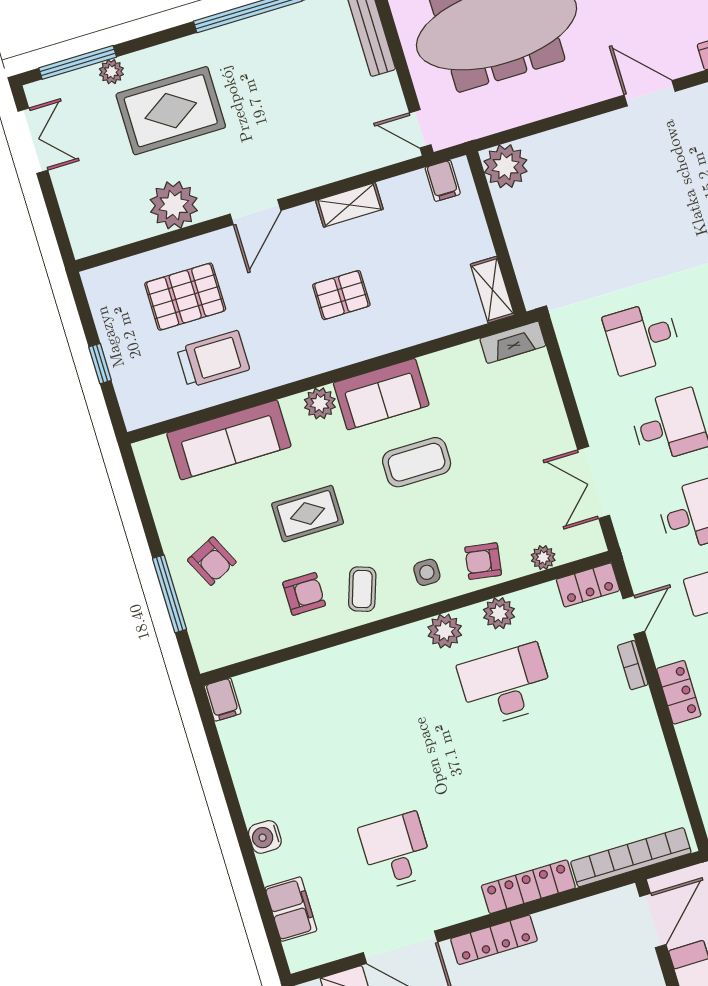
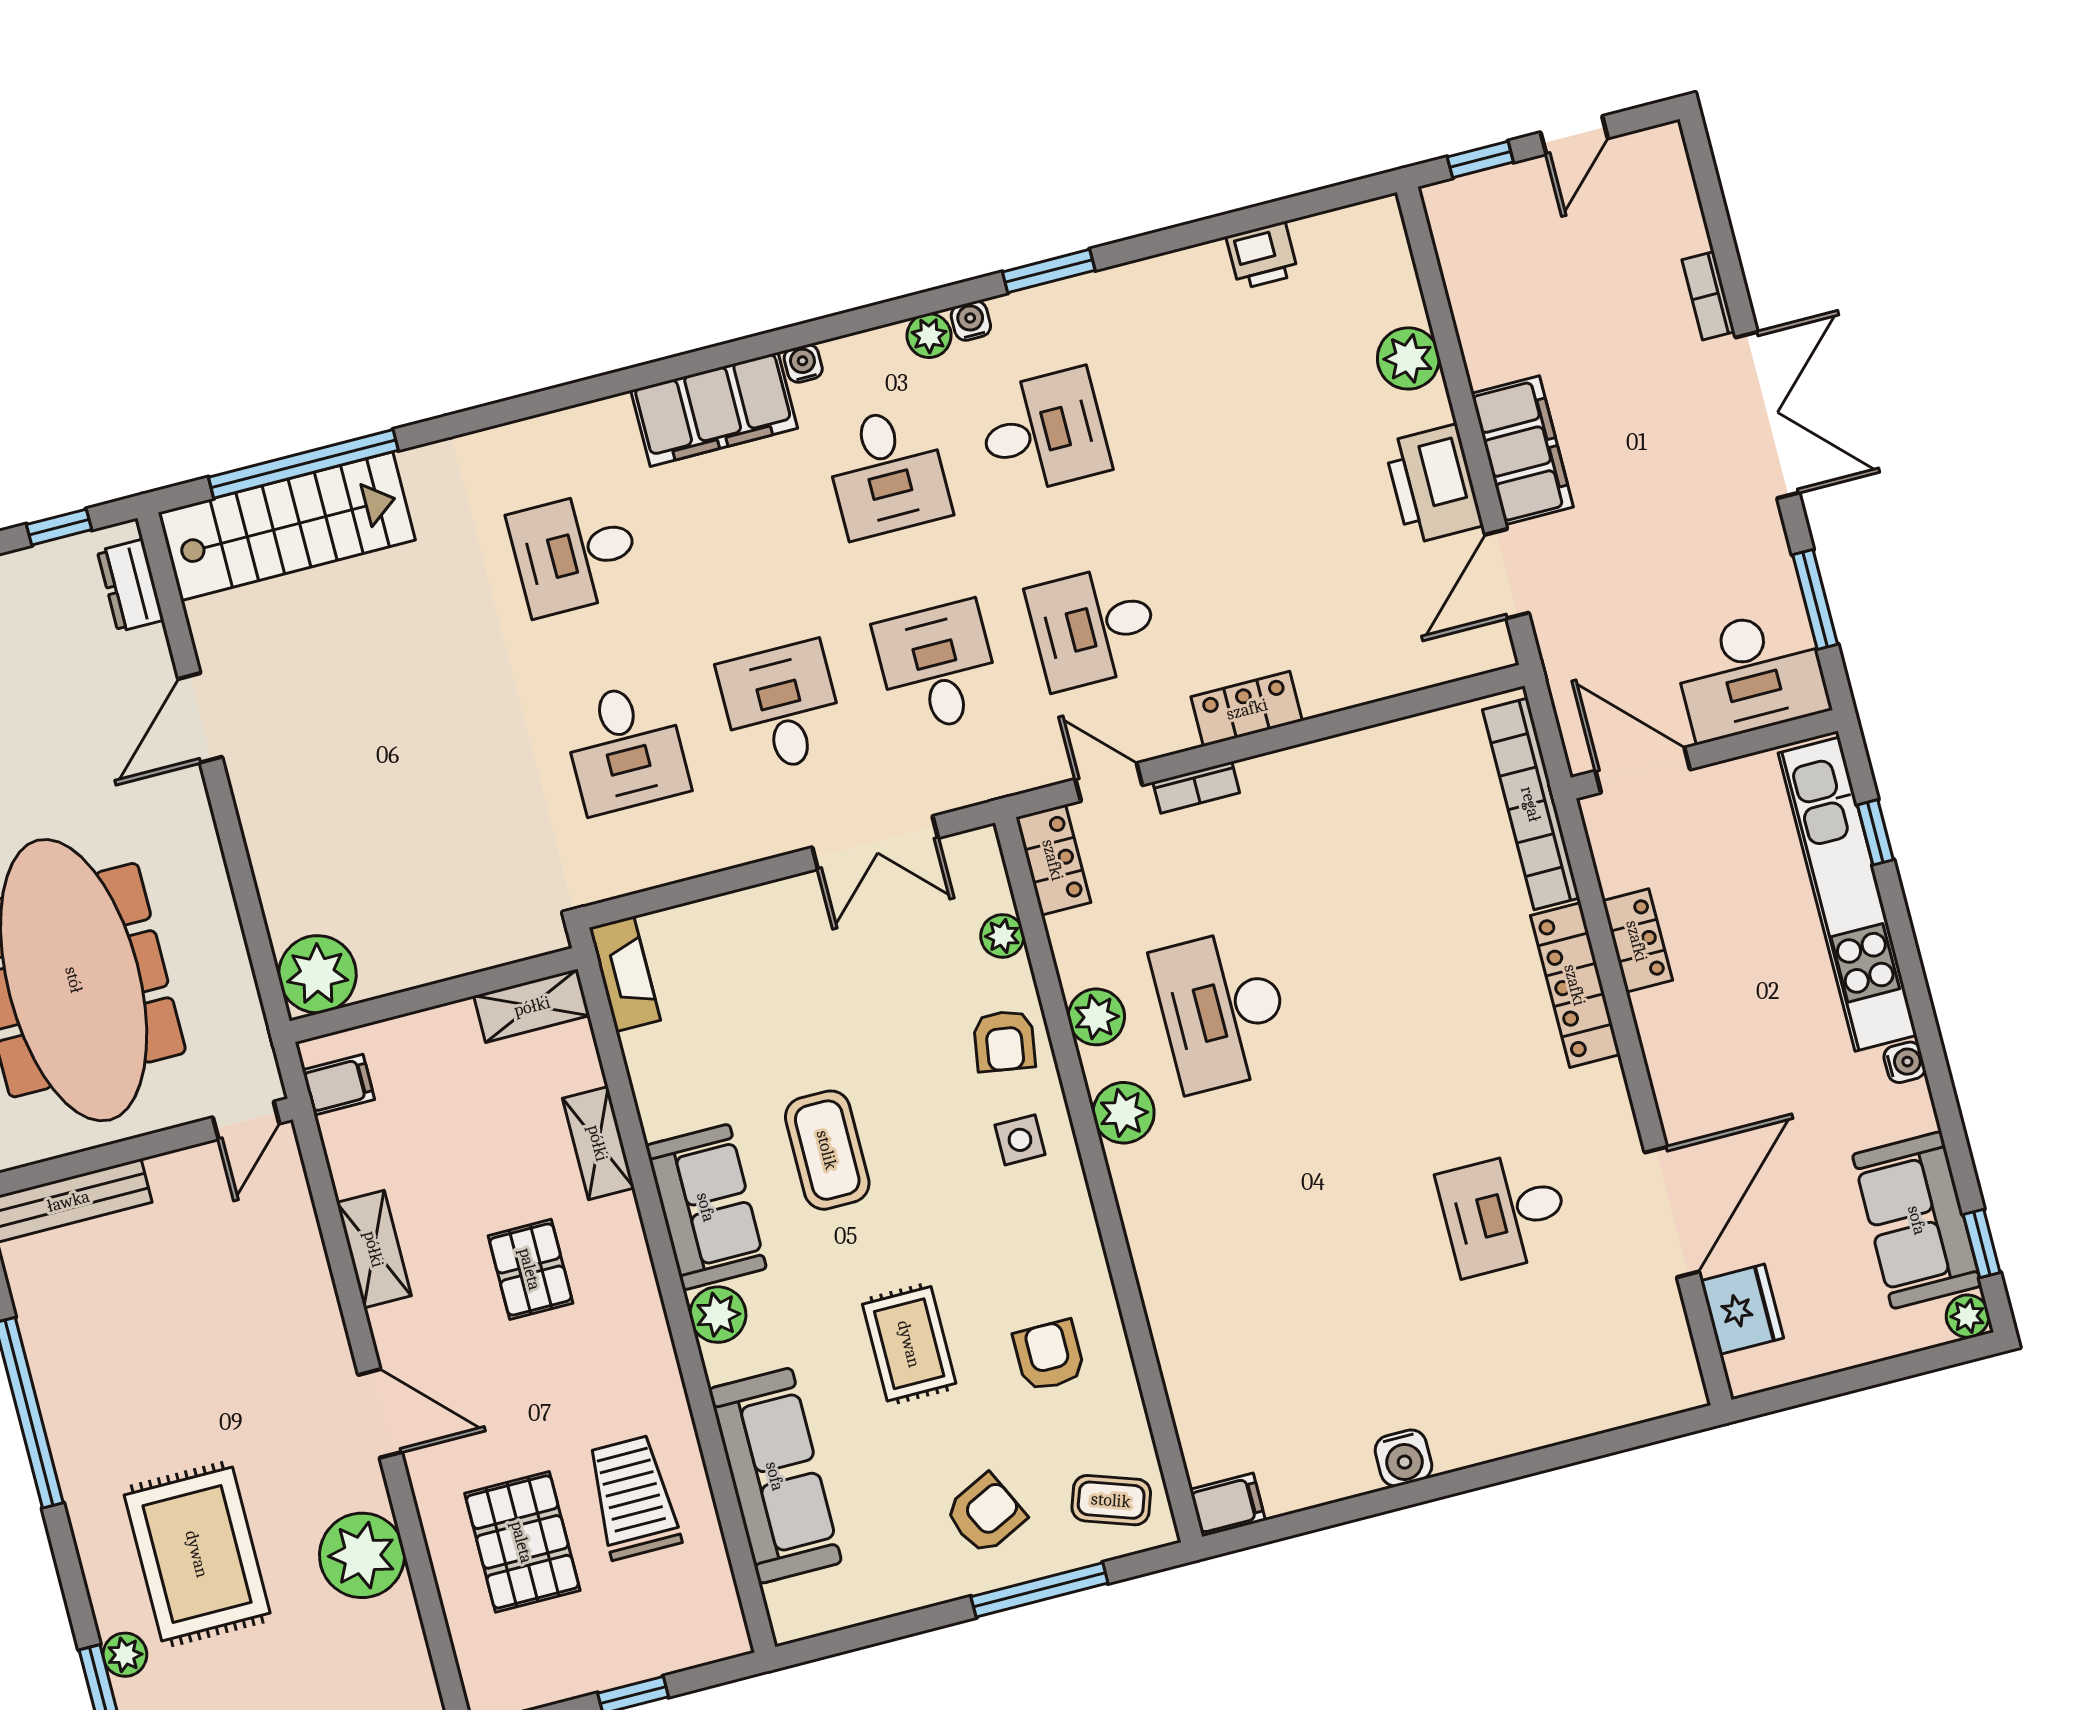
shelving: (415, 331) -> (598, 1143), added
coffee table: (362, 589) -> (1111, 1500), moved
water cooler: (265, 837) -> (1403, 1458), moved
filing cabinet: (291, 909) -> (1598, 1400), removed
locker: (494, 940) -> (1637, 941), moved, width x0.66

